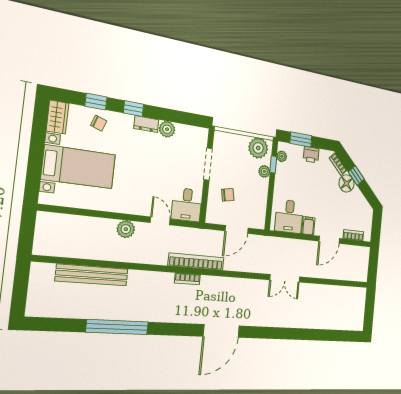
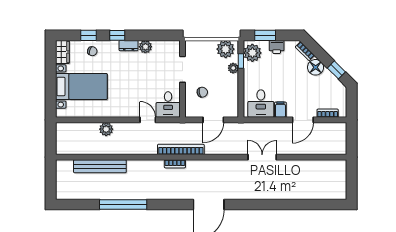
plant: (282, 156) -> (252, 53), width x1.87, depth x1.87
window: (356, 175) -> (336, 70), moved
plant: (126, 229) -> (106, 129), moved
double door: (285, 278) -> (262, 157), swing flipped

